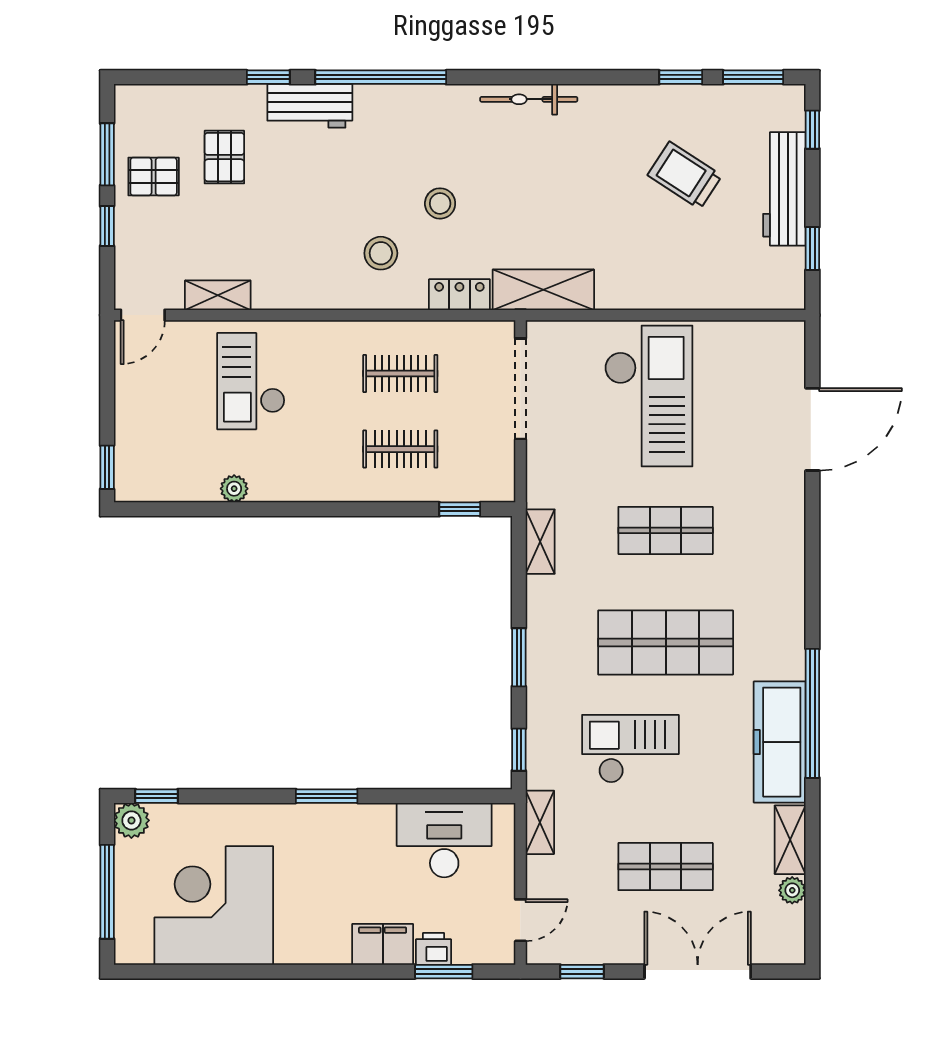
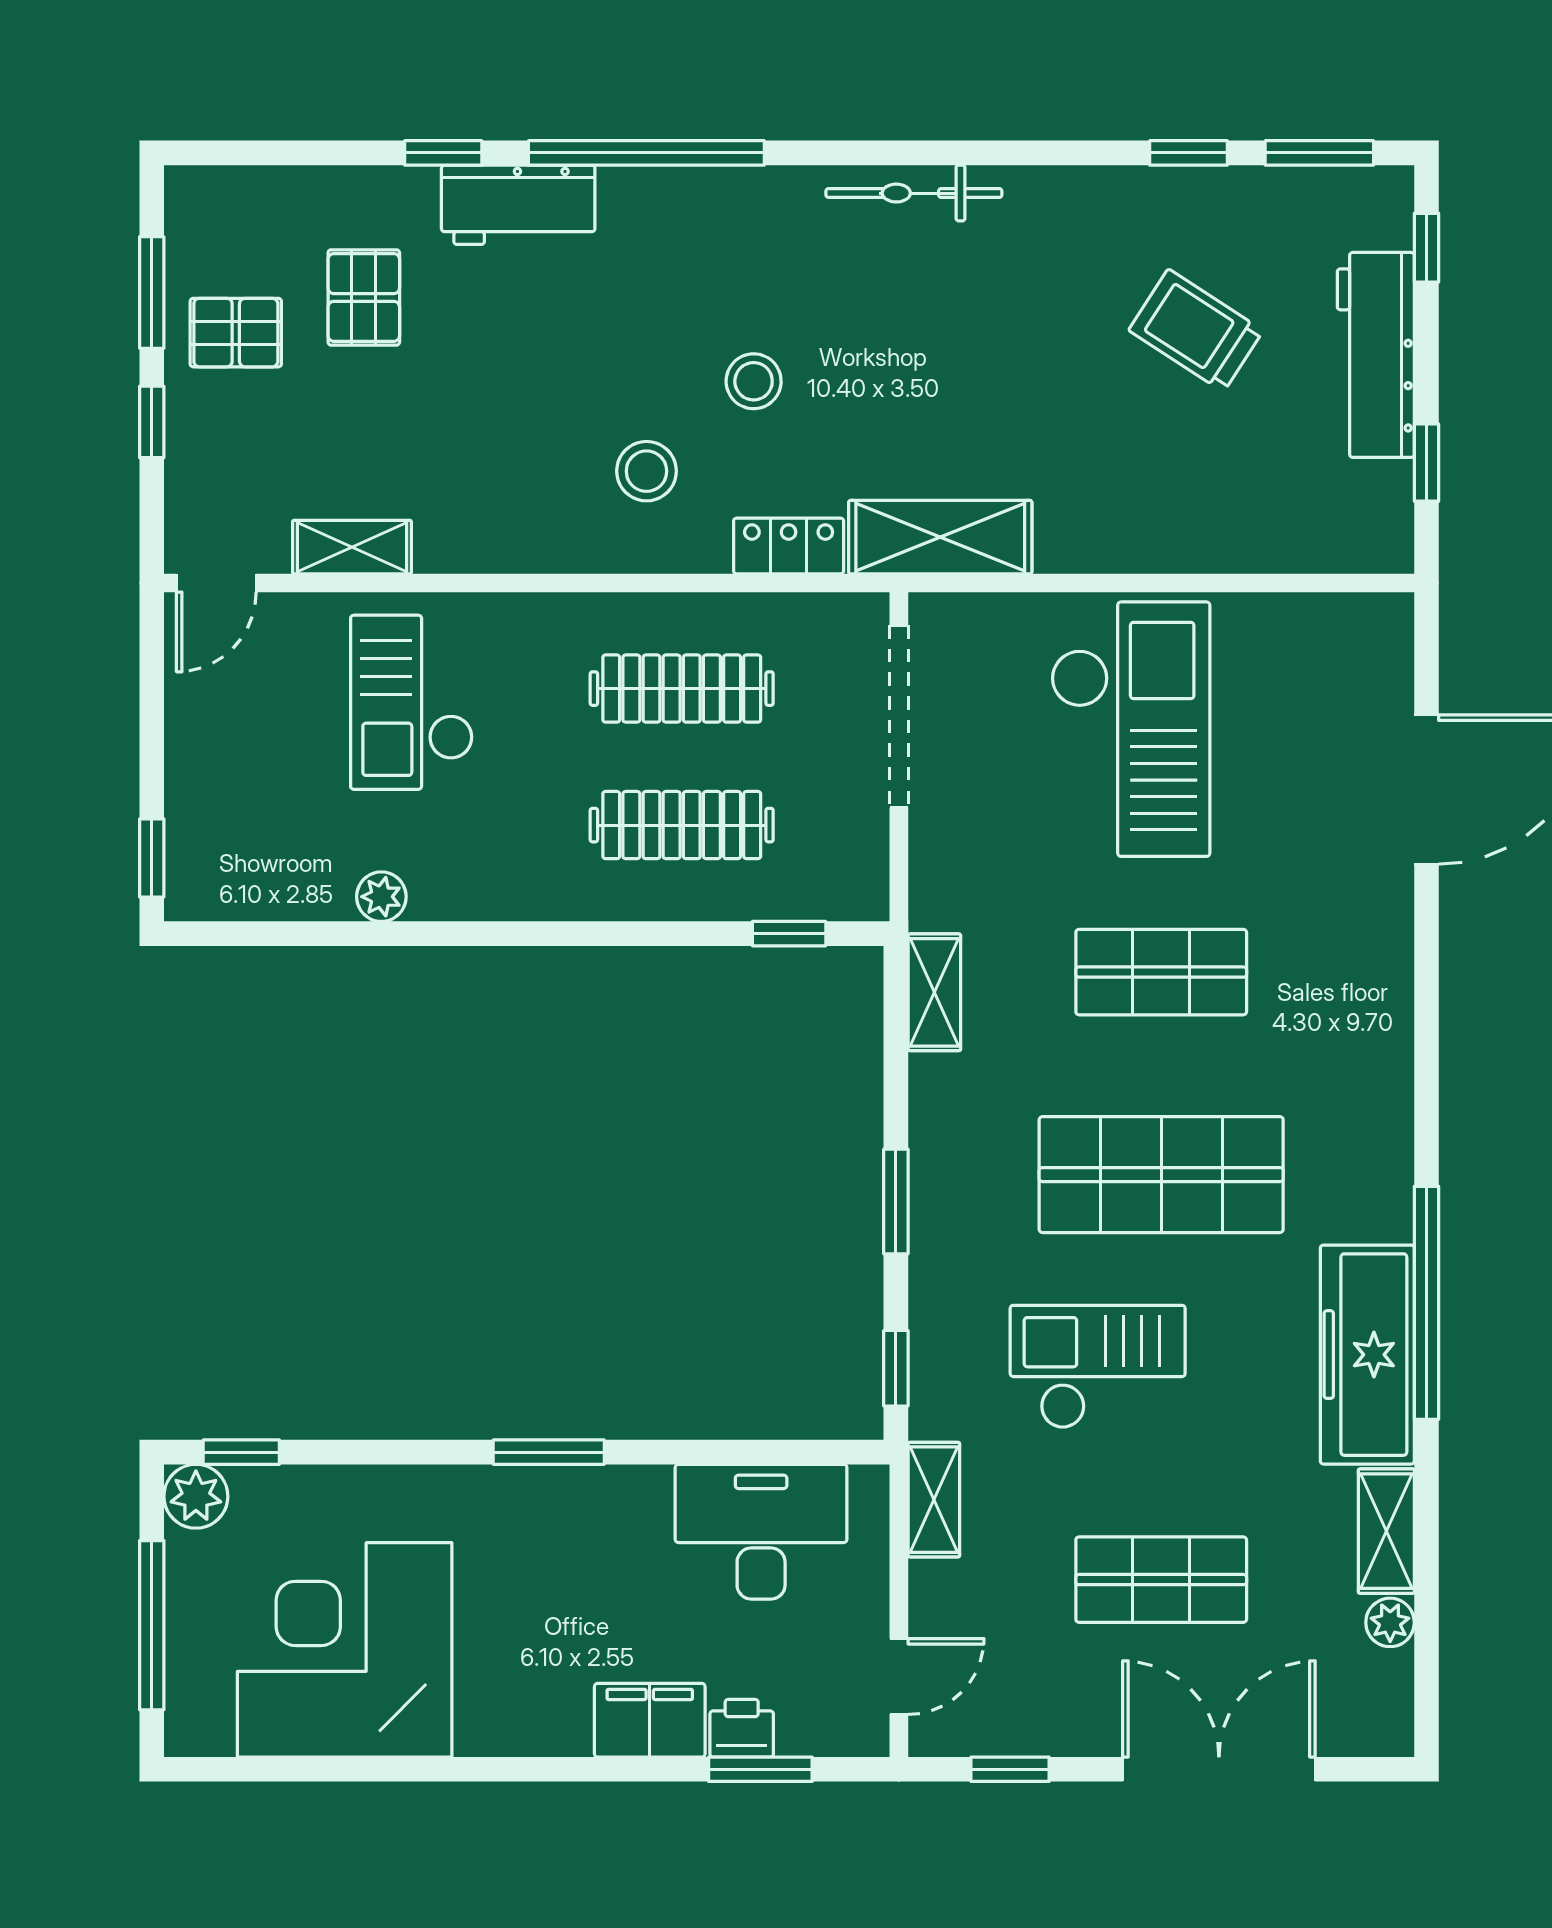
clothes rail: (400, 373) -> (682, 689), width x1.36
clothes rail: (400, 449) -> (682, 825), width x1.36

